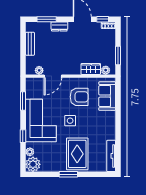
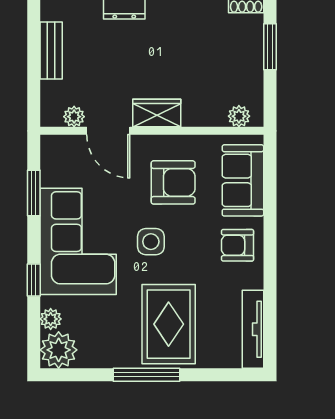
window: (118, 55) -> (270, 47), moved
wardrobe: (91, 69) -> (157, 113), moved
door: (53, 76) -> (108, 131), hinge flipped
armchair: (105, 122) -> (238, 245), added
window: (68, 174) -> (147, 375), width x1.44

